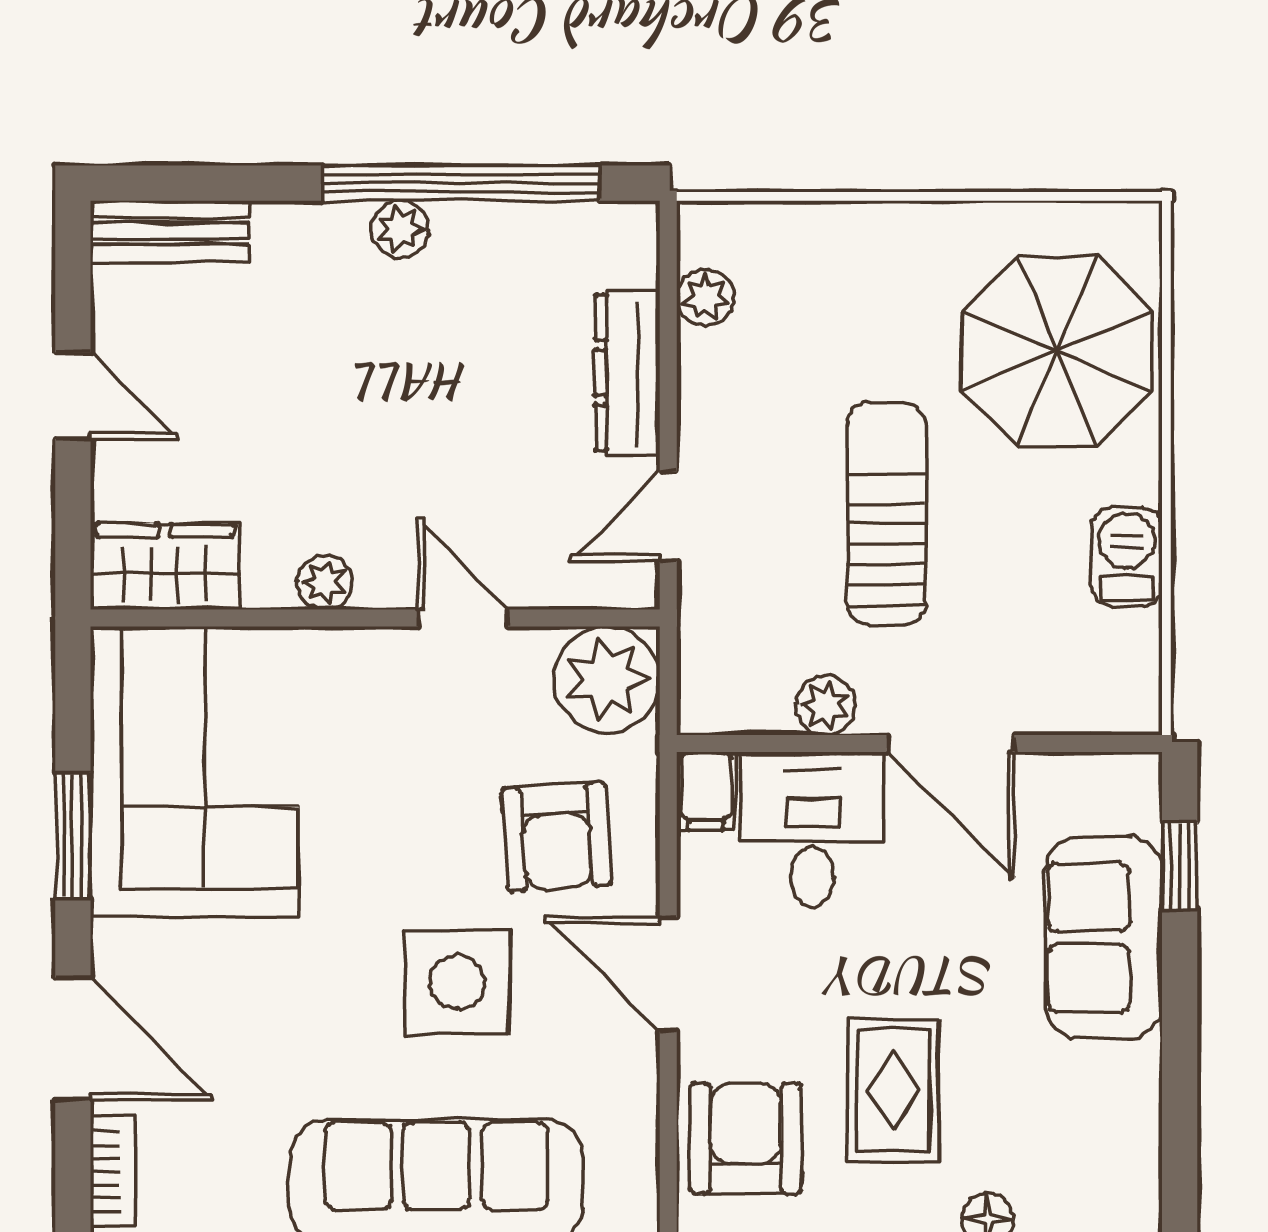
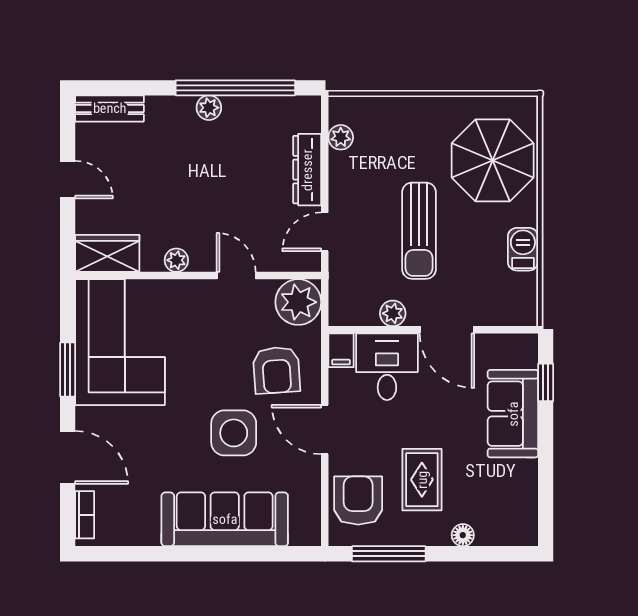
sun lounger: (886, 514) -> (419, 231), turned 180

